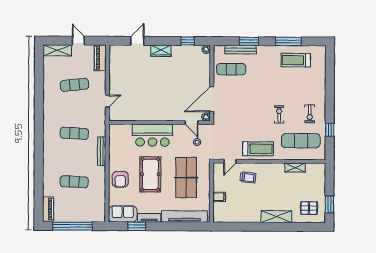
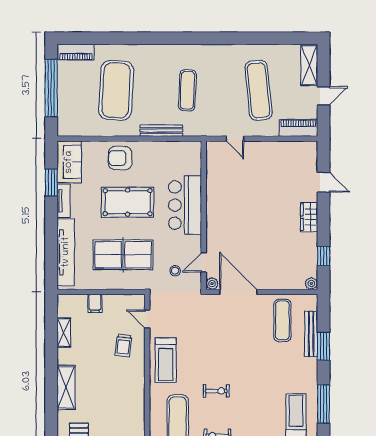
exercise mat: (74, 85) -> (259, 90), width x1.36, depth x1.45
shelving: (295, 168) -> (64, 333), moved
exercise mat: (74, 182) -> (116, 90), width x2.00, depth x1.45

